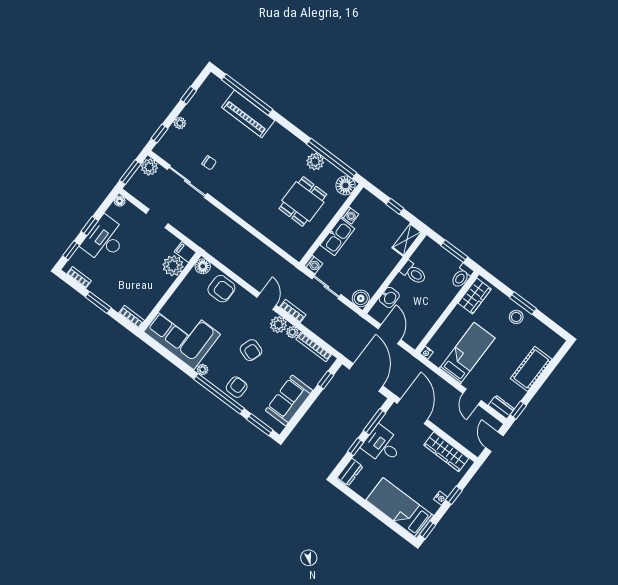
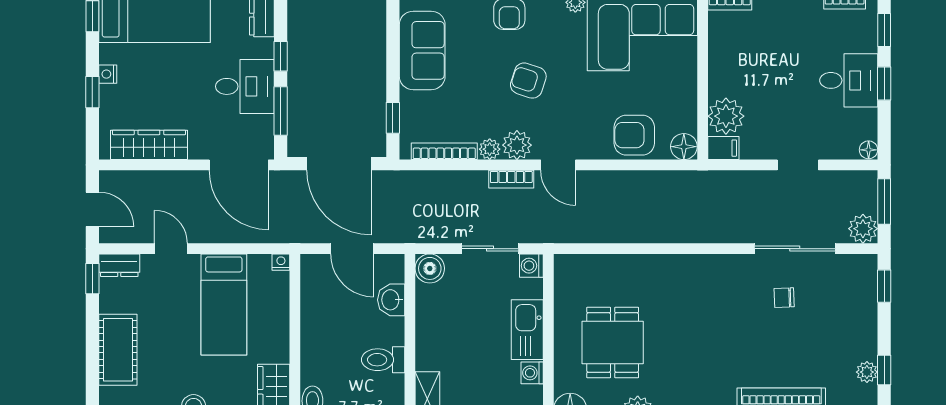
plant: (180, 123) -> (867, 372), moved
desk: (105, 240) -> (849, 80), width x0.73

